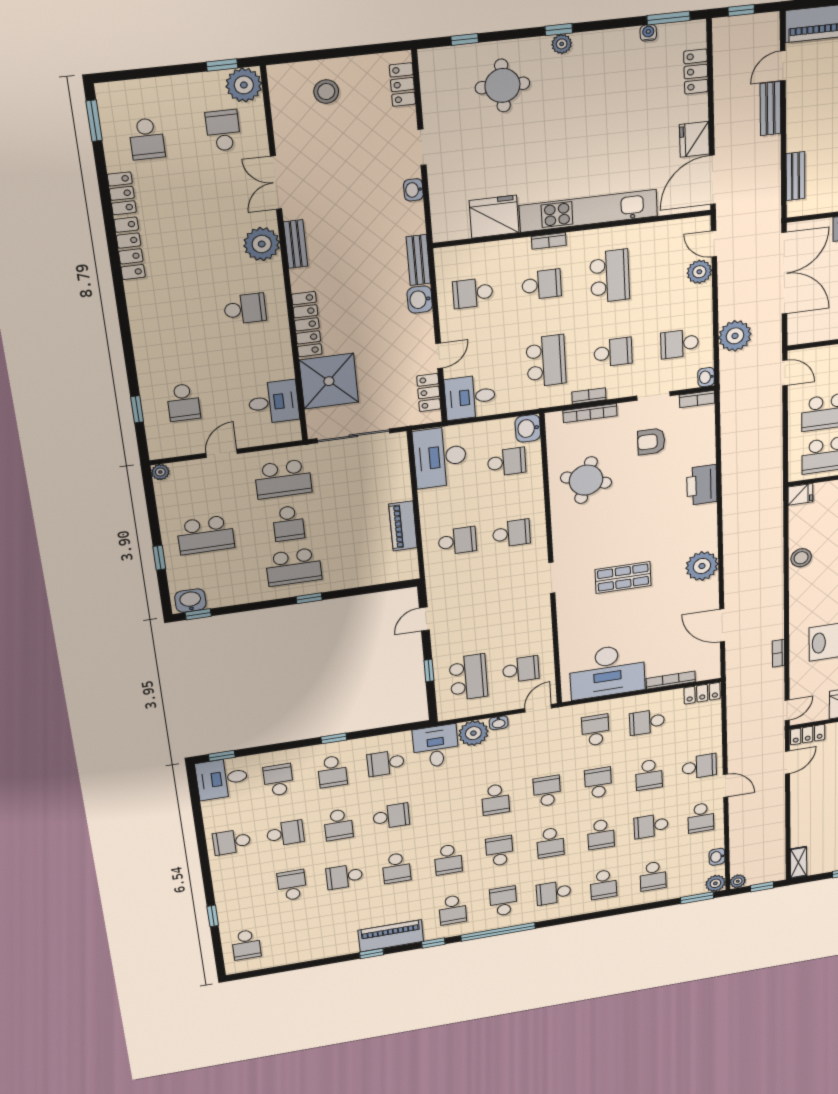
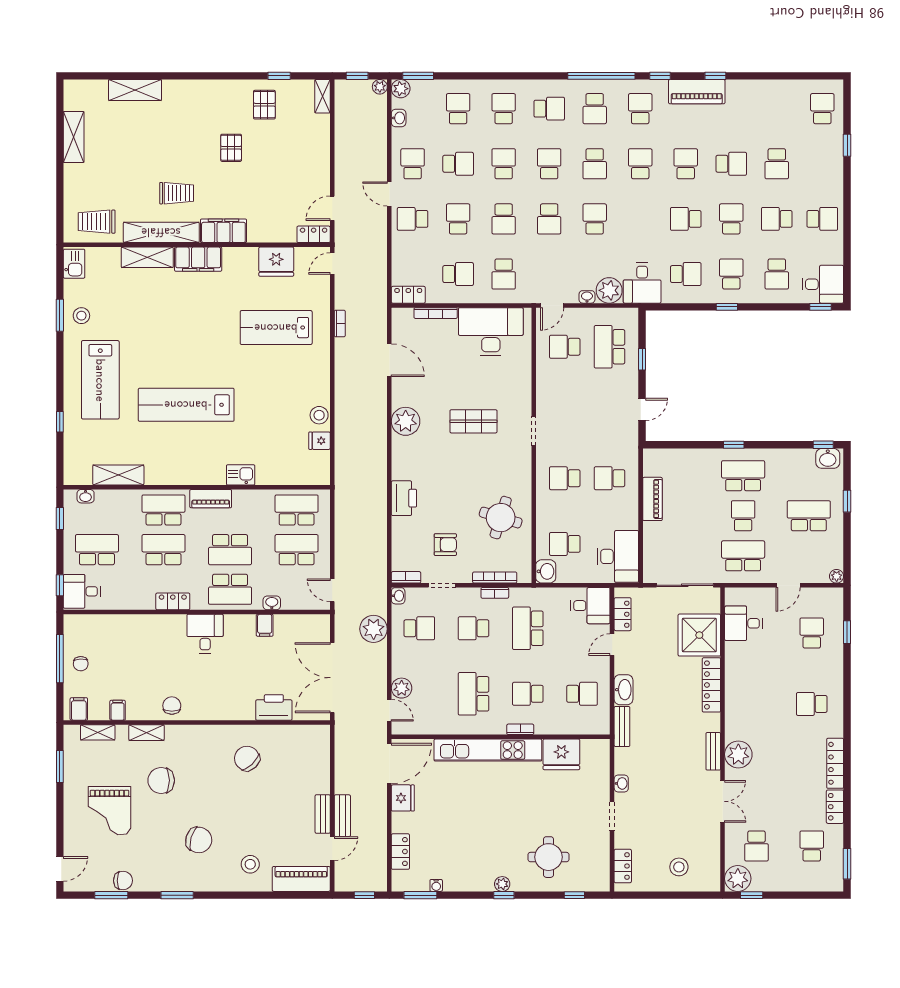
bench: (795, 176) -> (323, 814), moved
washbasin: (420, 300) -> (624, 690), width x1.38
school desk: (245, 309) -> (812, 704), moved
fridge: (800, 494) -> (320, 441), moved

